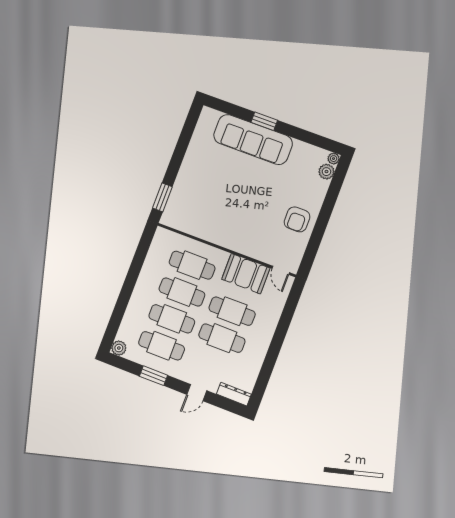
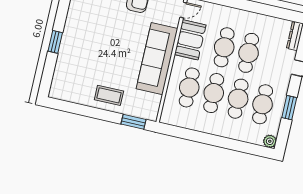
sofa: (253, 139) -> (157, 59), moved, turned 180
coffee table: (196, 174) -> (109, 95), added

